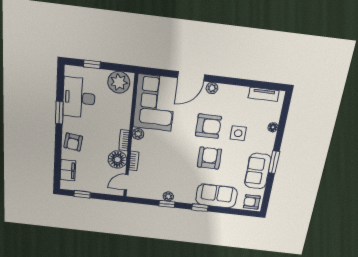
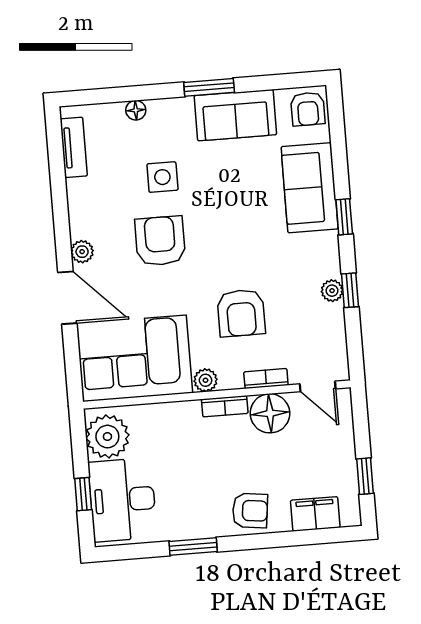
desk: (79, 98) -> (122, 500), moved, turned 90
armchair: (209, 158) -> (241, 313), moved, turned -90

